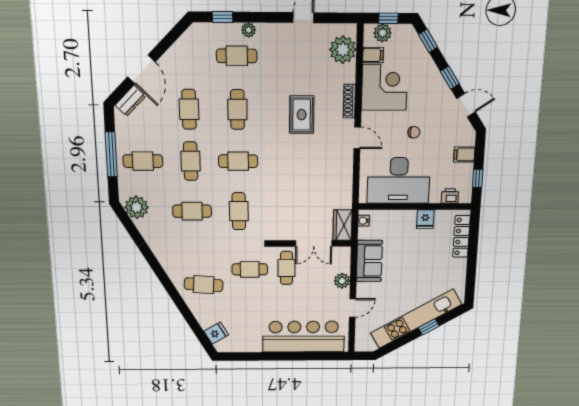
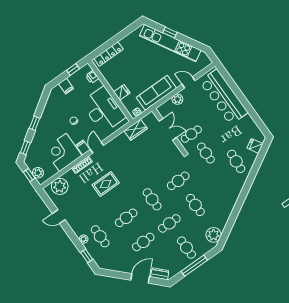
filing cabinet: (373, 55) -> (83, 147), moved
door: (466, 105) -> (42, 105), removed
fridge: (425, 219) -> (122, 92), moved
wardrobe: (343, 225) -> (136, 130), moved
sofa: (369, 261) -> (156, 93), width x1.36
cafe table: (204, 285) -> (236, 161), moved

